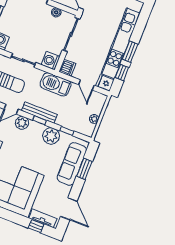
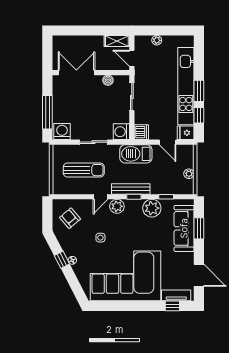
sliding door: (71, 35) -> (132, 97), width x0.73

